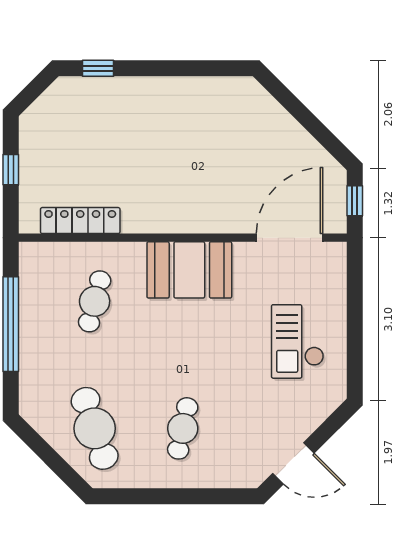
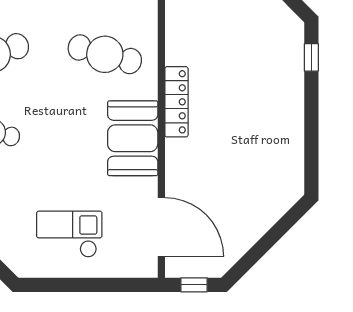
locker: (80, 221) -> (176, 102), moved
cafe table: (95, 301) -> (105, 54), width x1.37, depth x1.35

